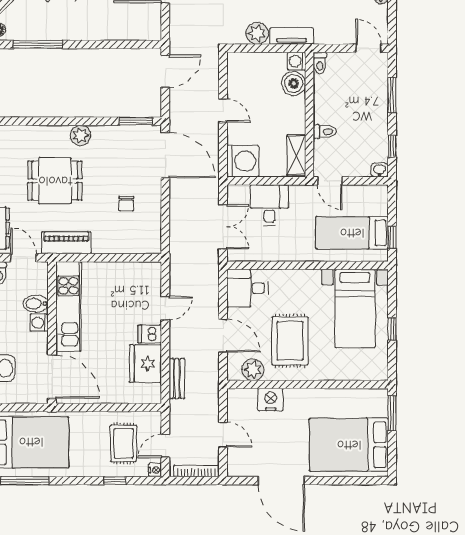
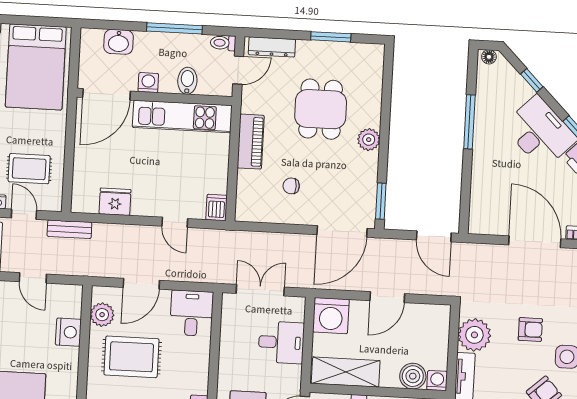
plant: (257, 33) -> (474, 335), width x1.36, depth x1.36
window: (38, 44) -> (469, 122), moved
door: (223, 111) -> (387, 297), width x1.38
shelving: (296, 155) -> (346, 372), width x1.50, depth x1.33
double door: (223, 227) -> (260, 290), swing flipped
piano: (66, 243) -> (251, 142), moved
washing machine: (39, 323) -> (148, 83), moved
dishwasher: (150, 334) -> (217, 207), moved
fridge: (145, 364) -> (115, 202), width x0.73, depth x0.75
bench: (177, 379) -> (69, 229), moved
door: (223, 435) -> (33, 278), hinge flipped

